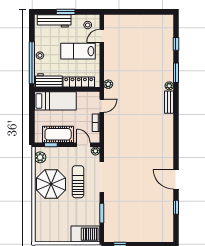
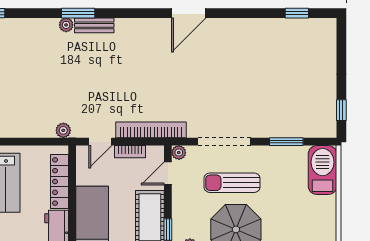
window: (176, 73) -> (78, 13), moved
door: (102, 106) -> (100, 142), swing flipped
bookcase: (108, 135) -> (151, 130), added
door: (176, 179) -> (189, 13), moved
window: (176, 207) -> (297, 13), moved

